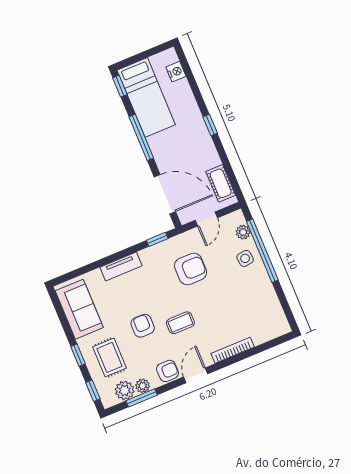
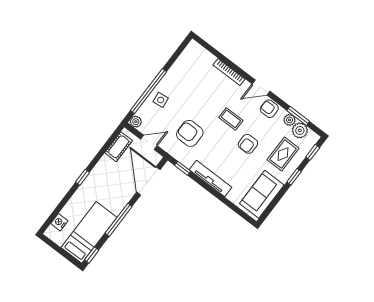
plant: (243, 232) -> (136, 122), moved
tv unit: (121, 266) -> (211, 178), width x1.41

